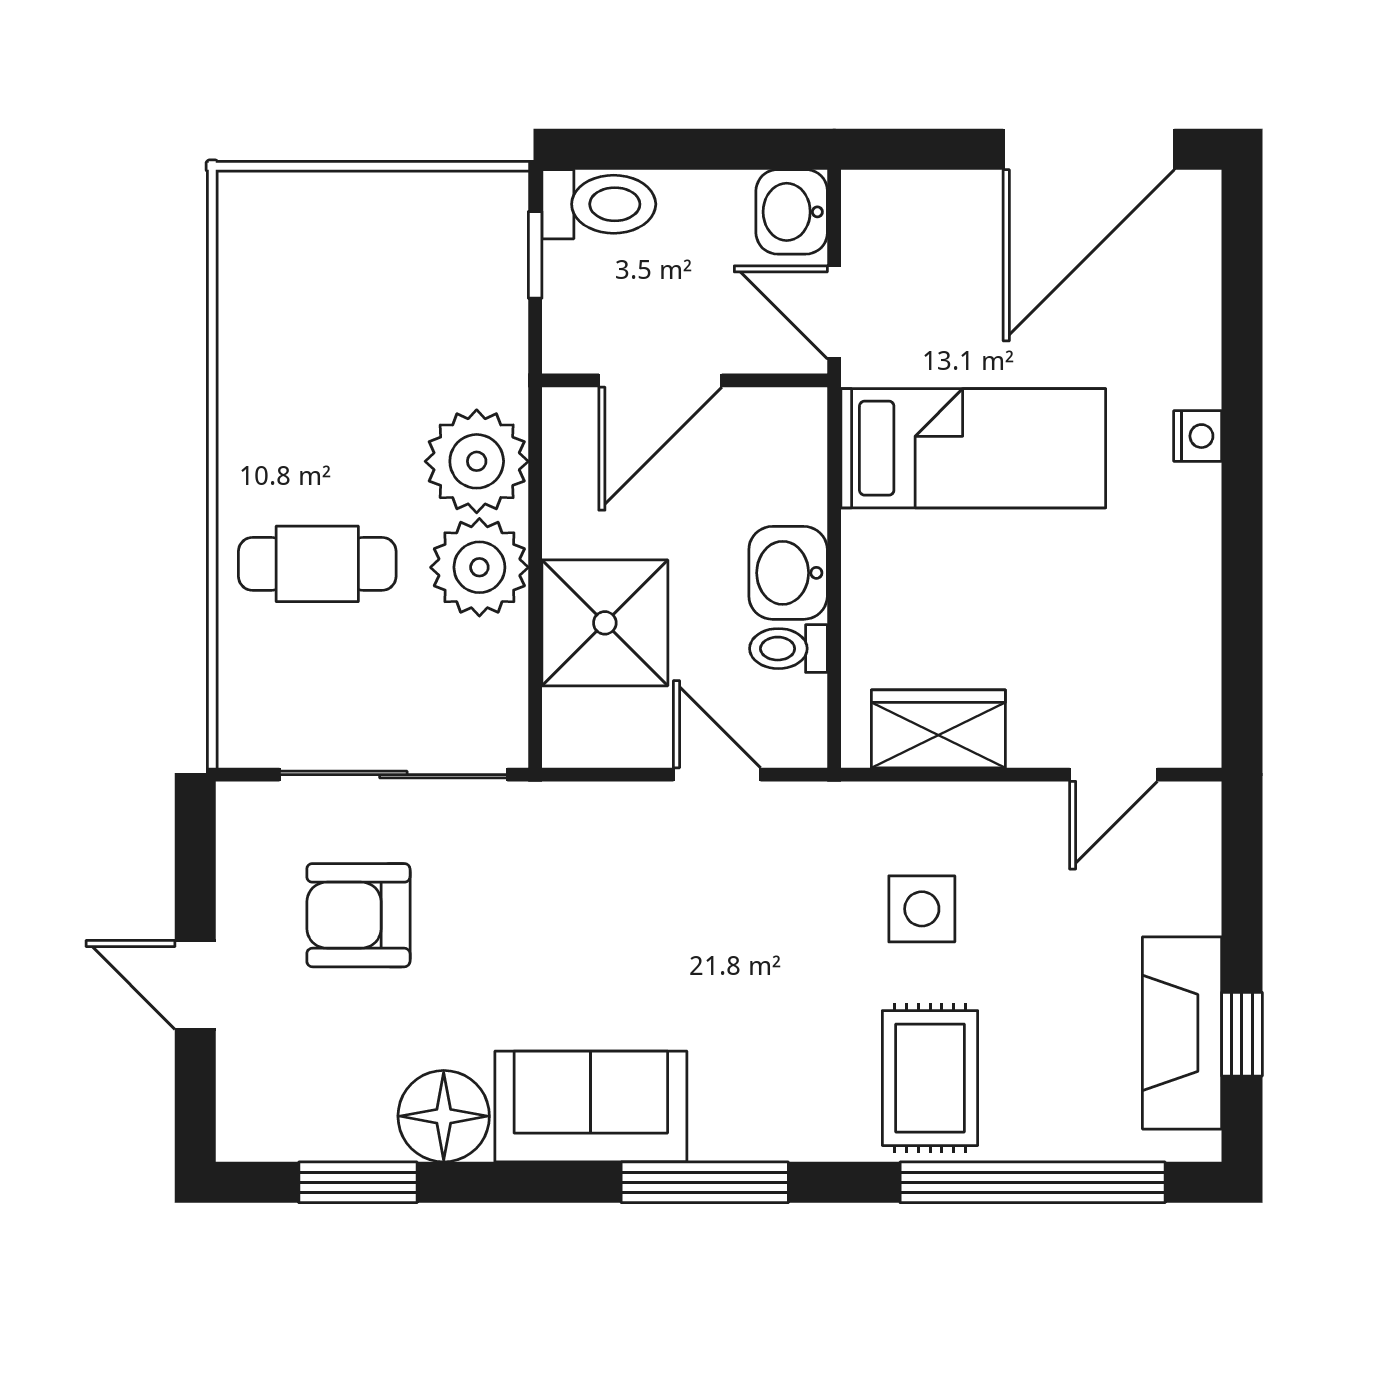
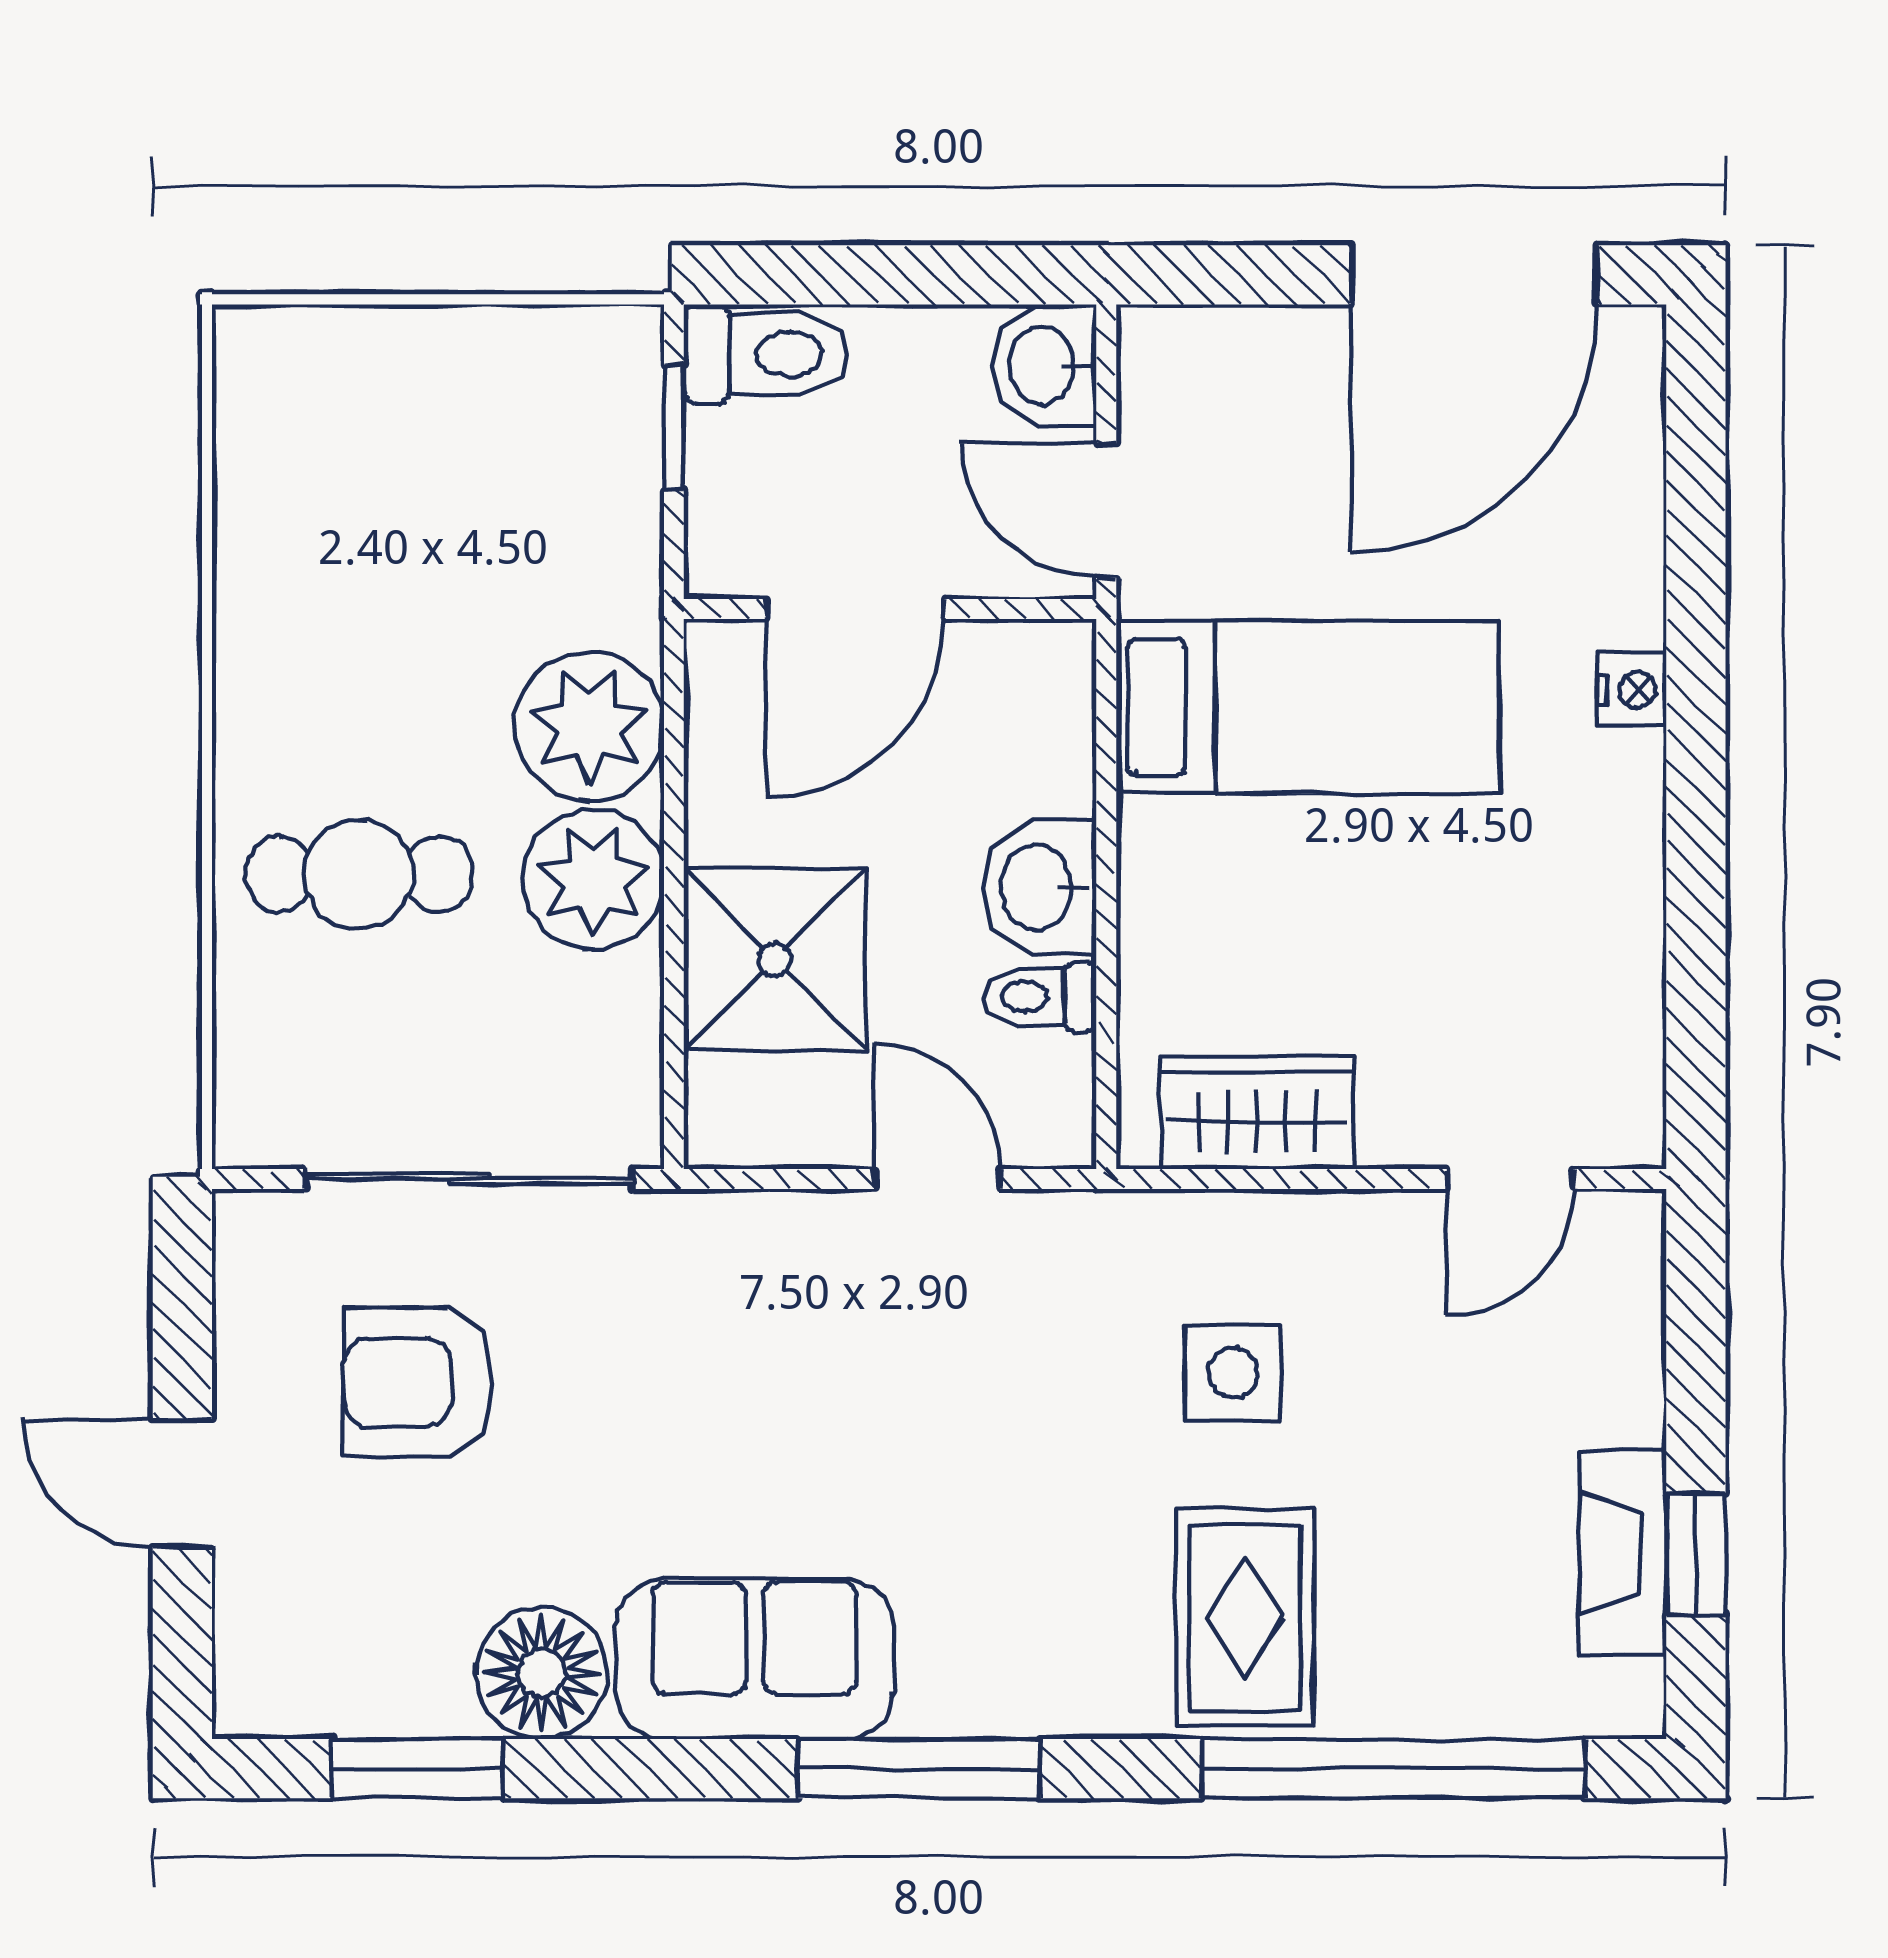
fireplace: (1182, 1033) -> (1623, 1553), width x0.73, depth x0.76

